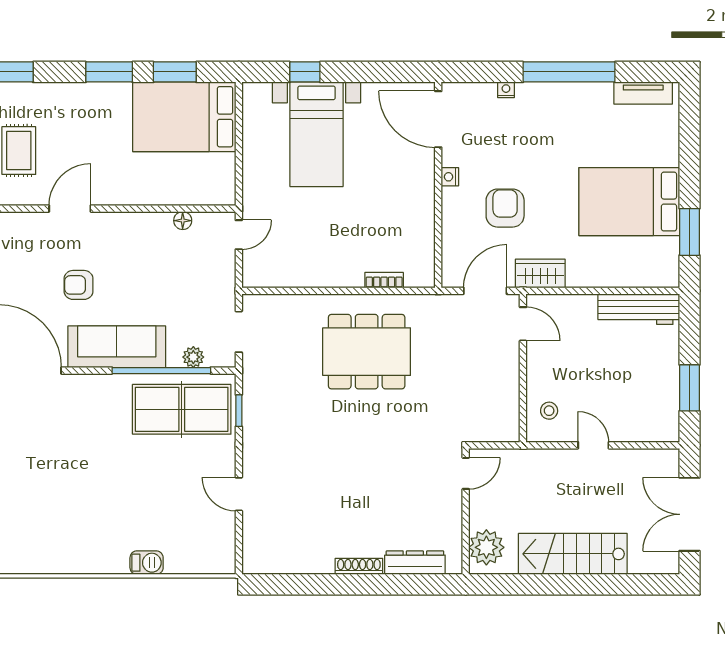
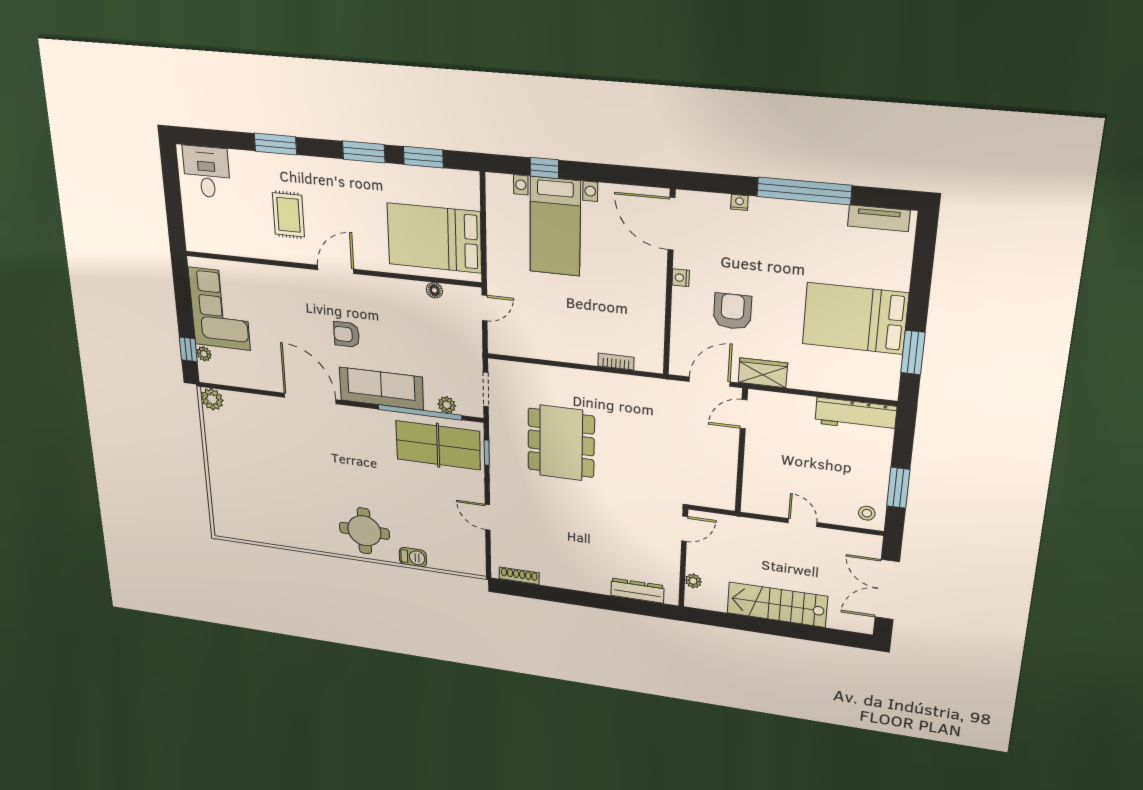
bed: (184, 117) -> (434, 238), moved
door: (523, 324) -> (744, 414), swing flipped
dining table: (367, 352) -> (561, 443), moved, turned 90
stool: (549, 411) -> (867, 513), moved
round table: (87, 536) -> (364, 531), added
plant: (486, 547) -> (693, 581), width x0.53, depth x0.53
shoe rack: (359, 566) -> (519, 576), moved

